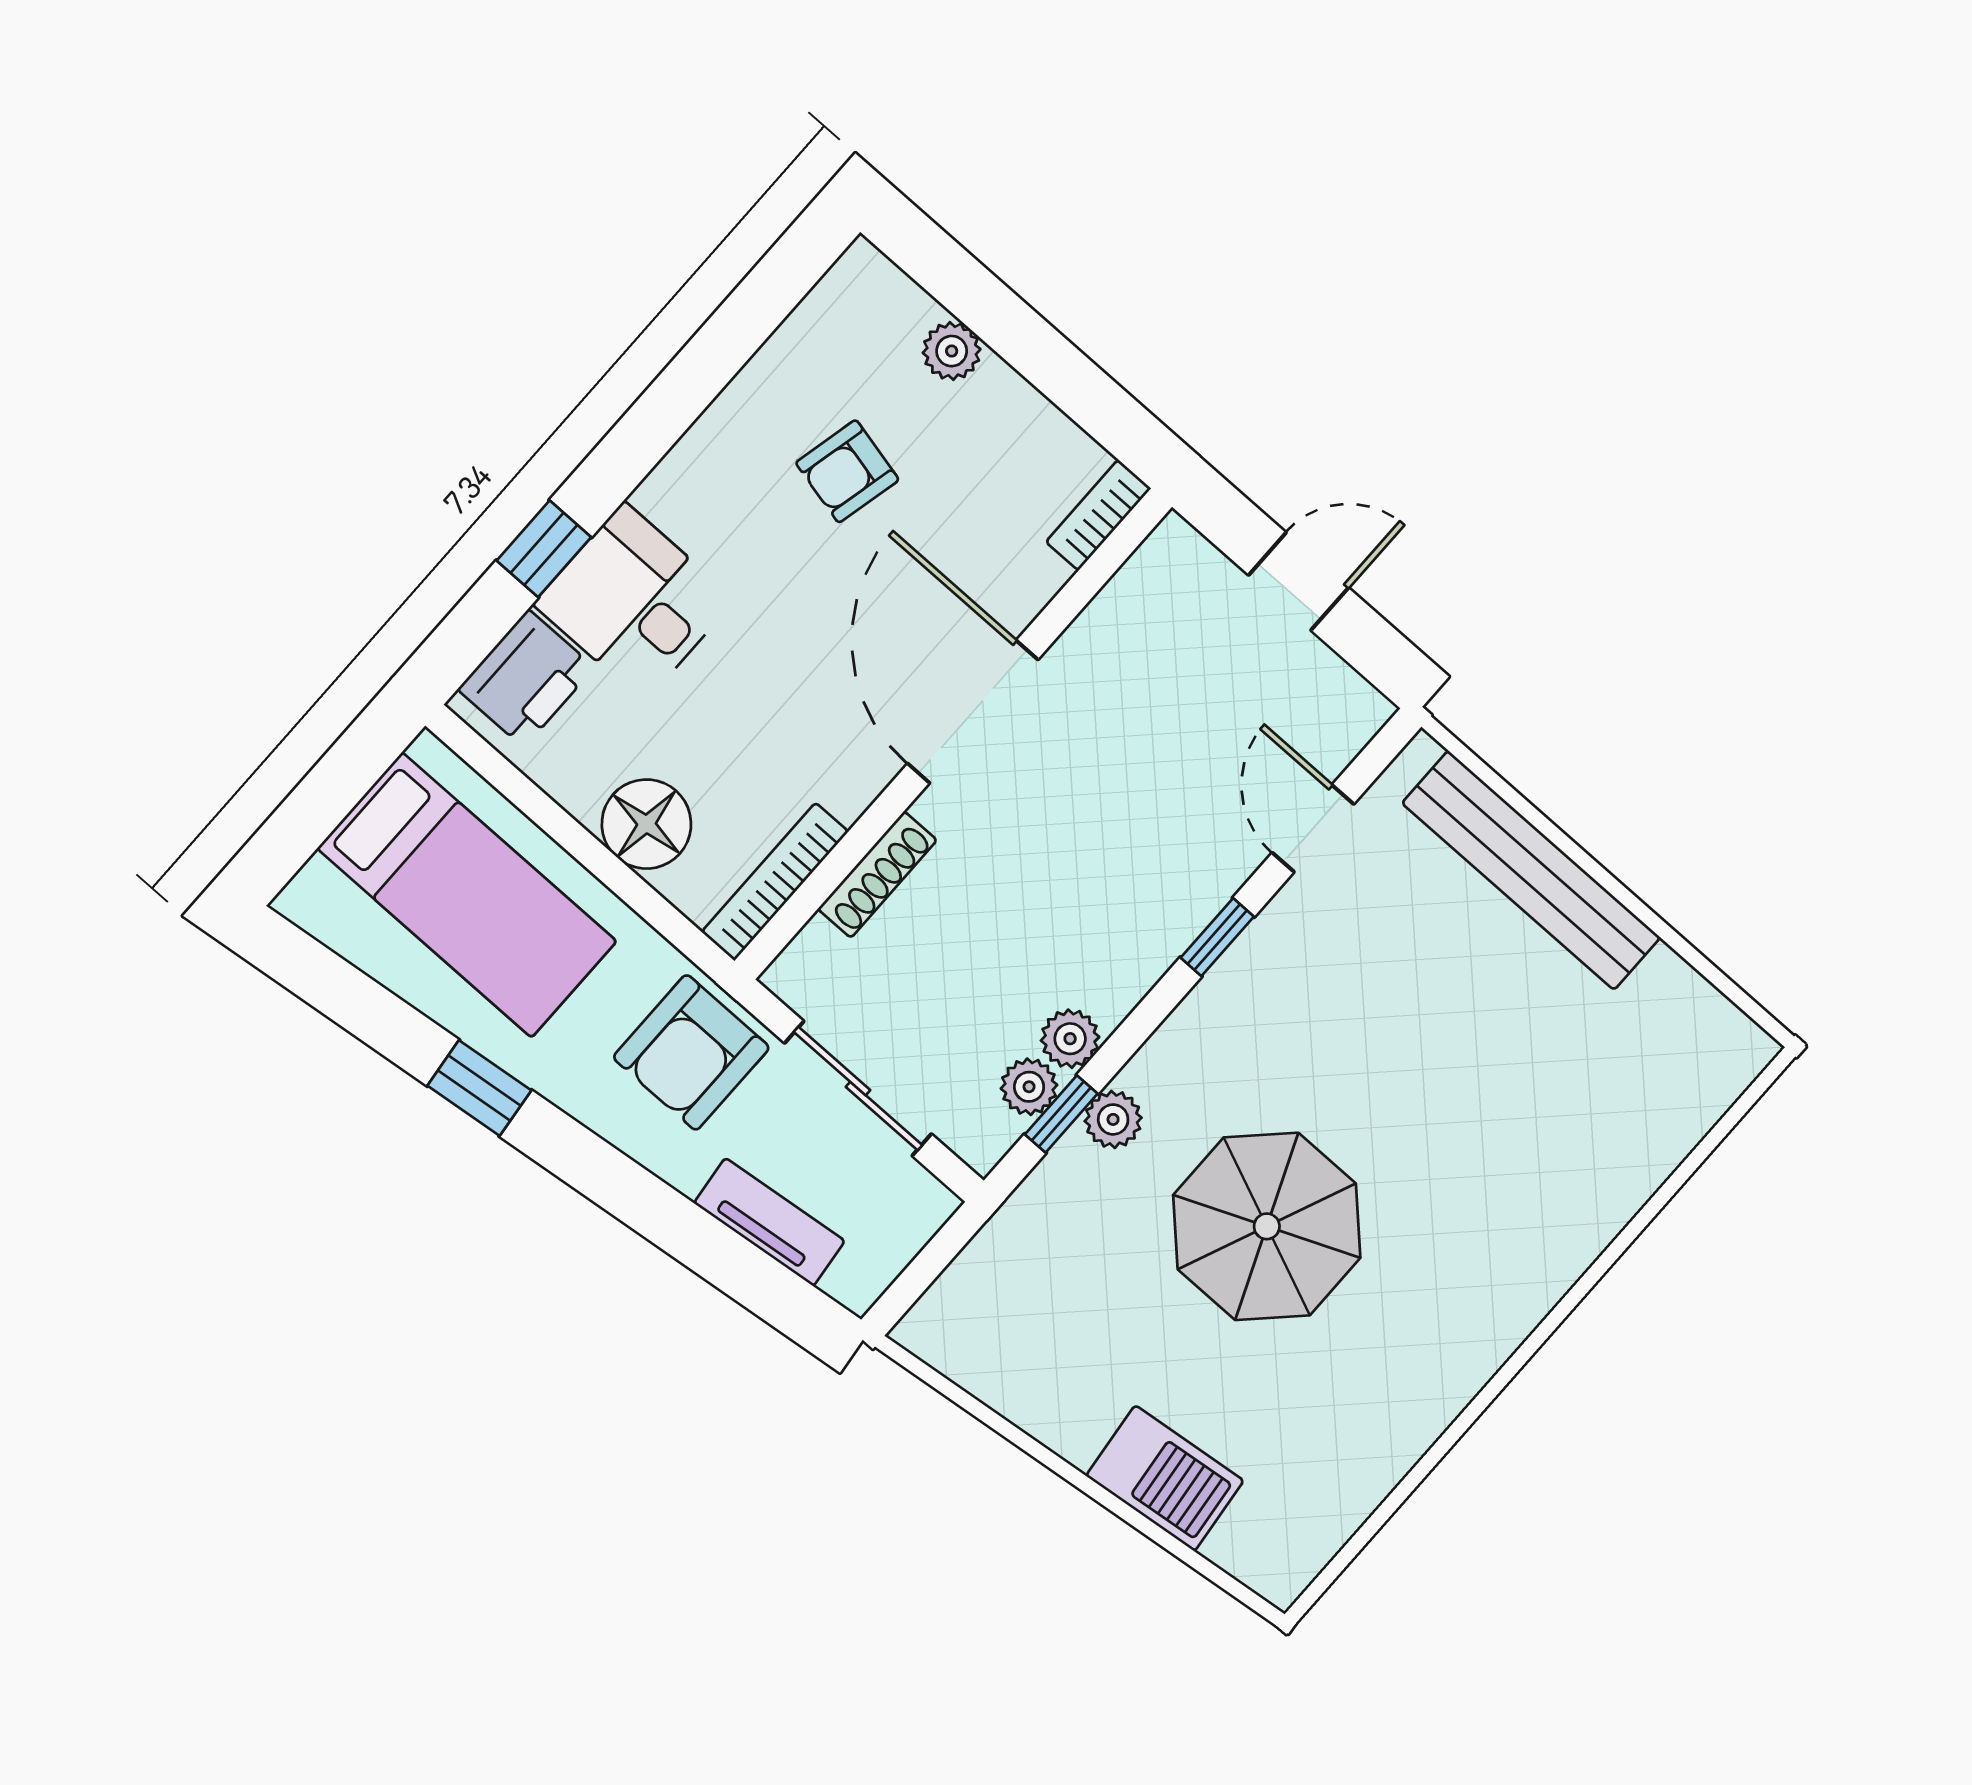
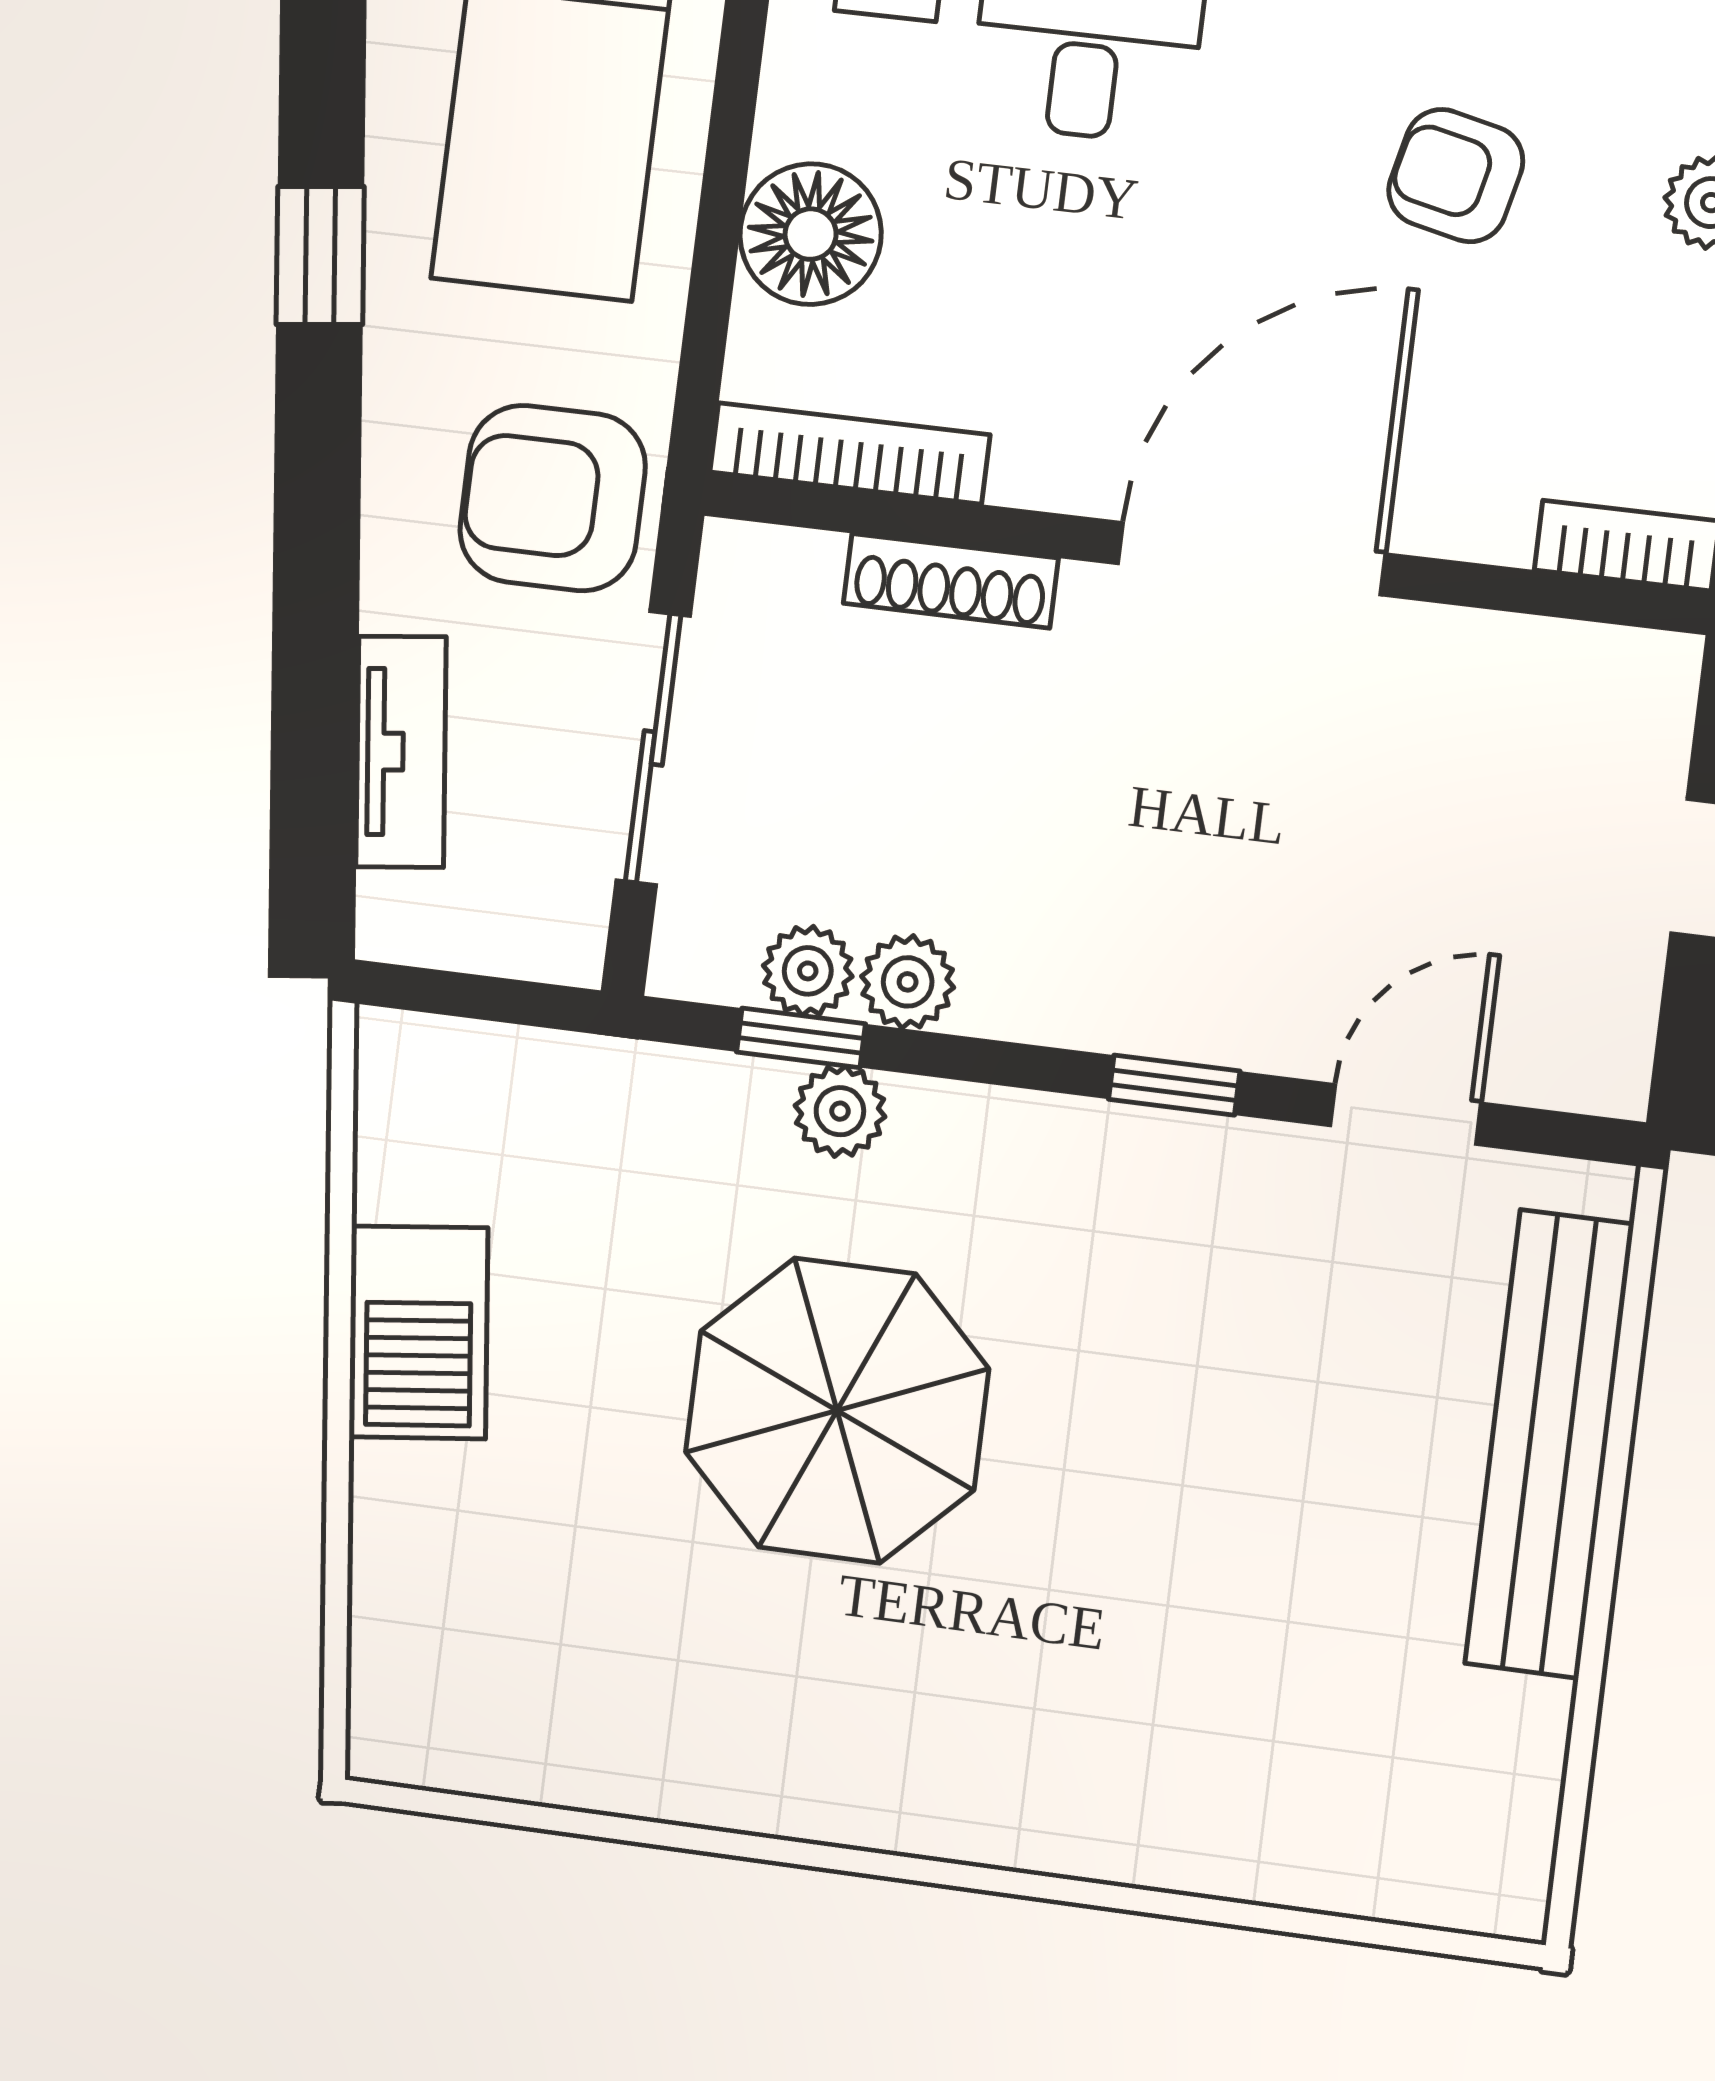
barbecue: (1165, 1478) -> (418, 1332), moved

